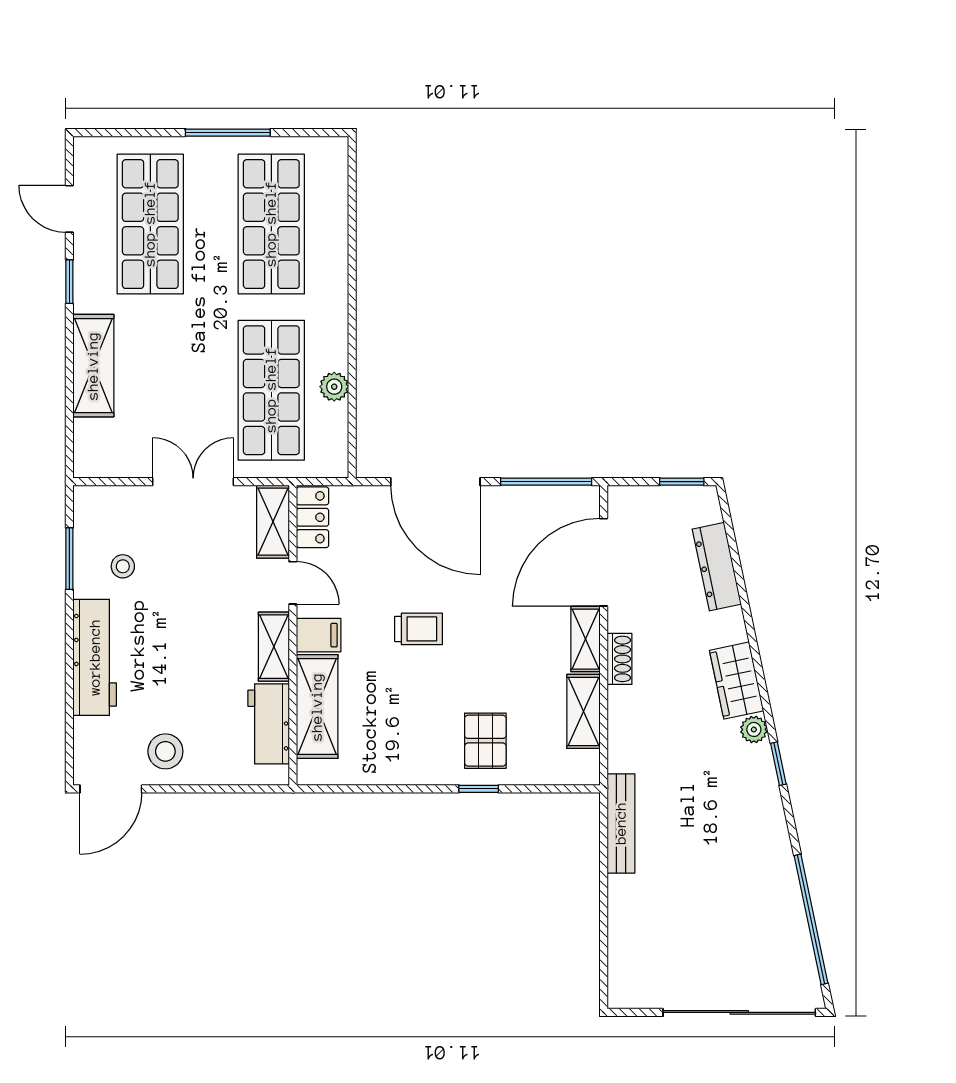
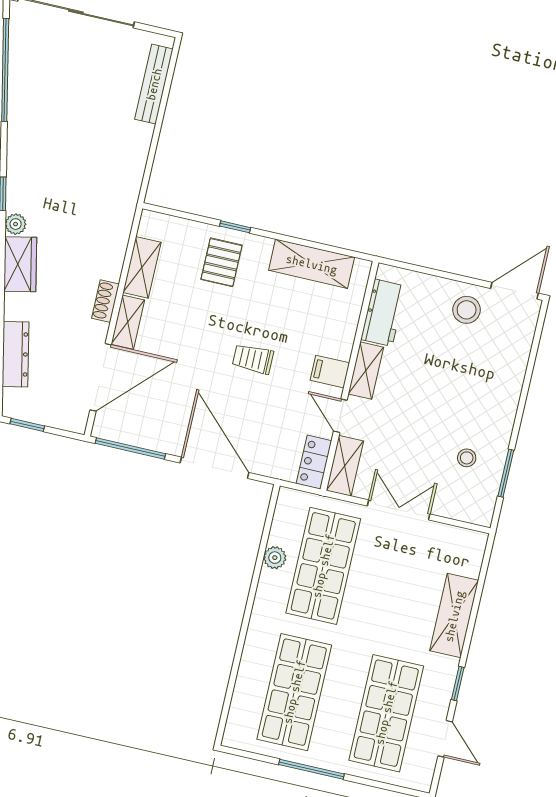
double door: (193, 482) -> (399, 510), swing flipped
workbench: (95, 657) -> (504, 394), removed
shelving: (317, 707) -> (312, 264), moved, turned 90
bench: (621, 823) -> (154, 84), moved

